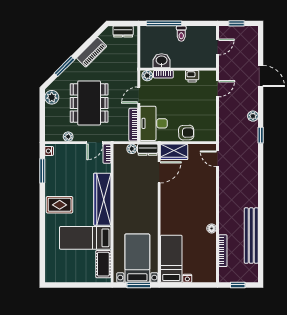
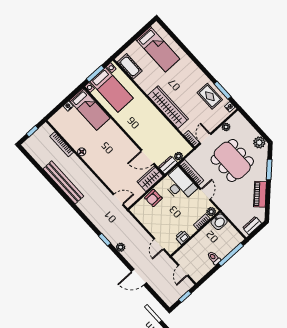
washbasin: (162, 61) -> (219, 222), moved
door: (159, 172) -> (148, 157), hinge flipped
rug: (60, 205) -> (210, 96), moved, turned 90
bench: (251, 236) -> (63, 182), moved
bed: (85, 238) -> (158, 49), moved, turned 90

